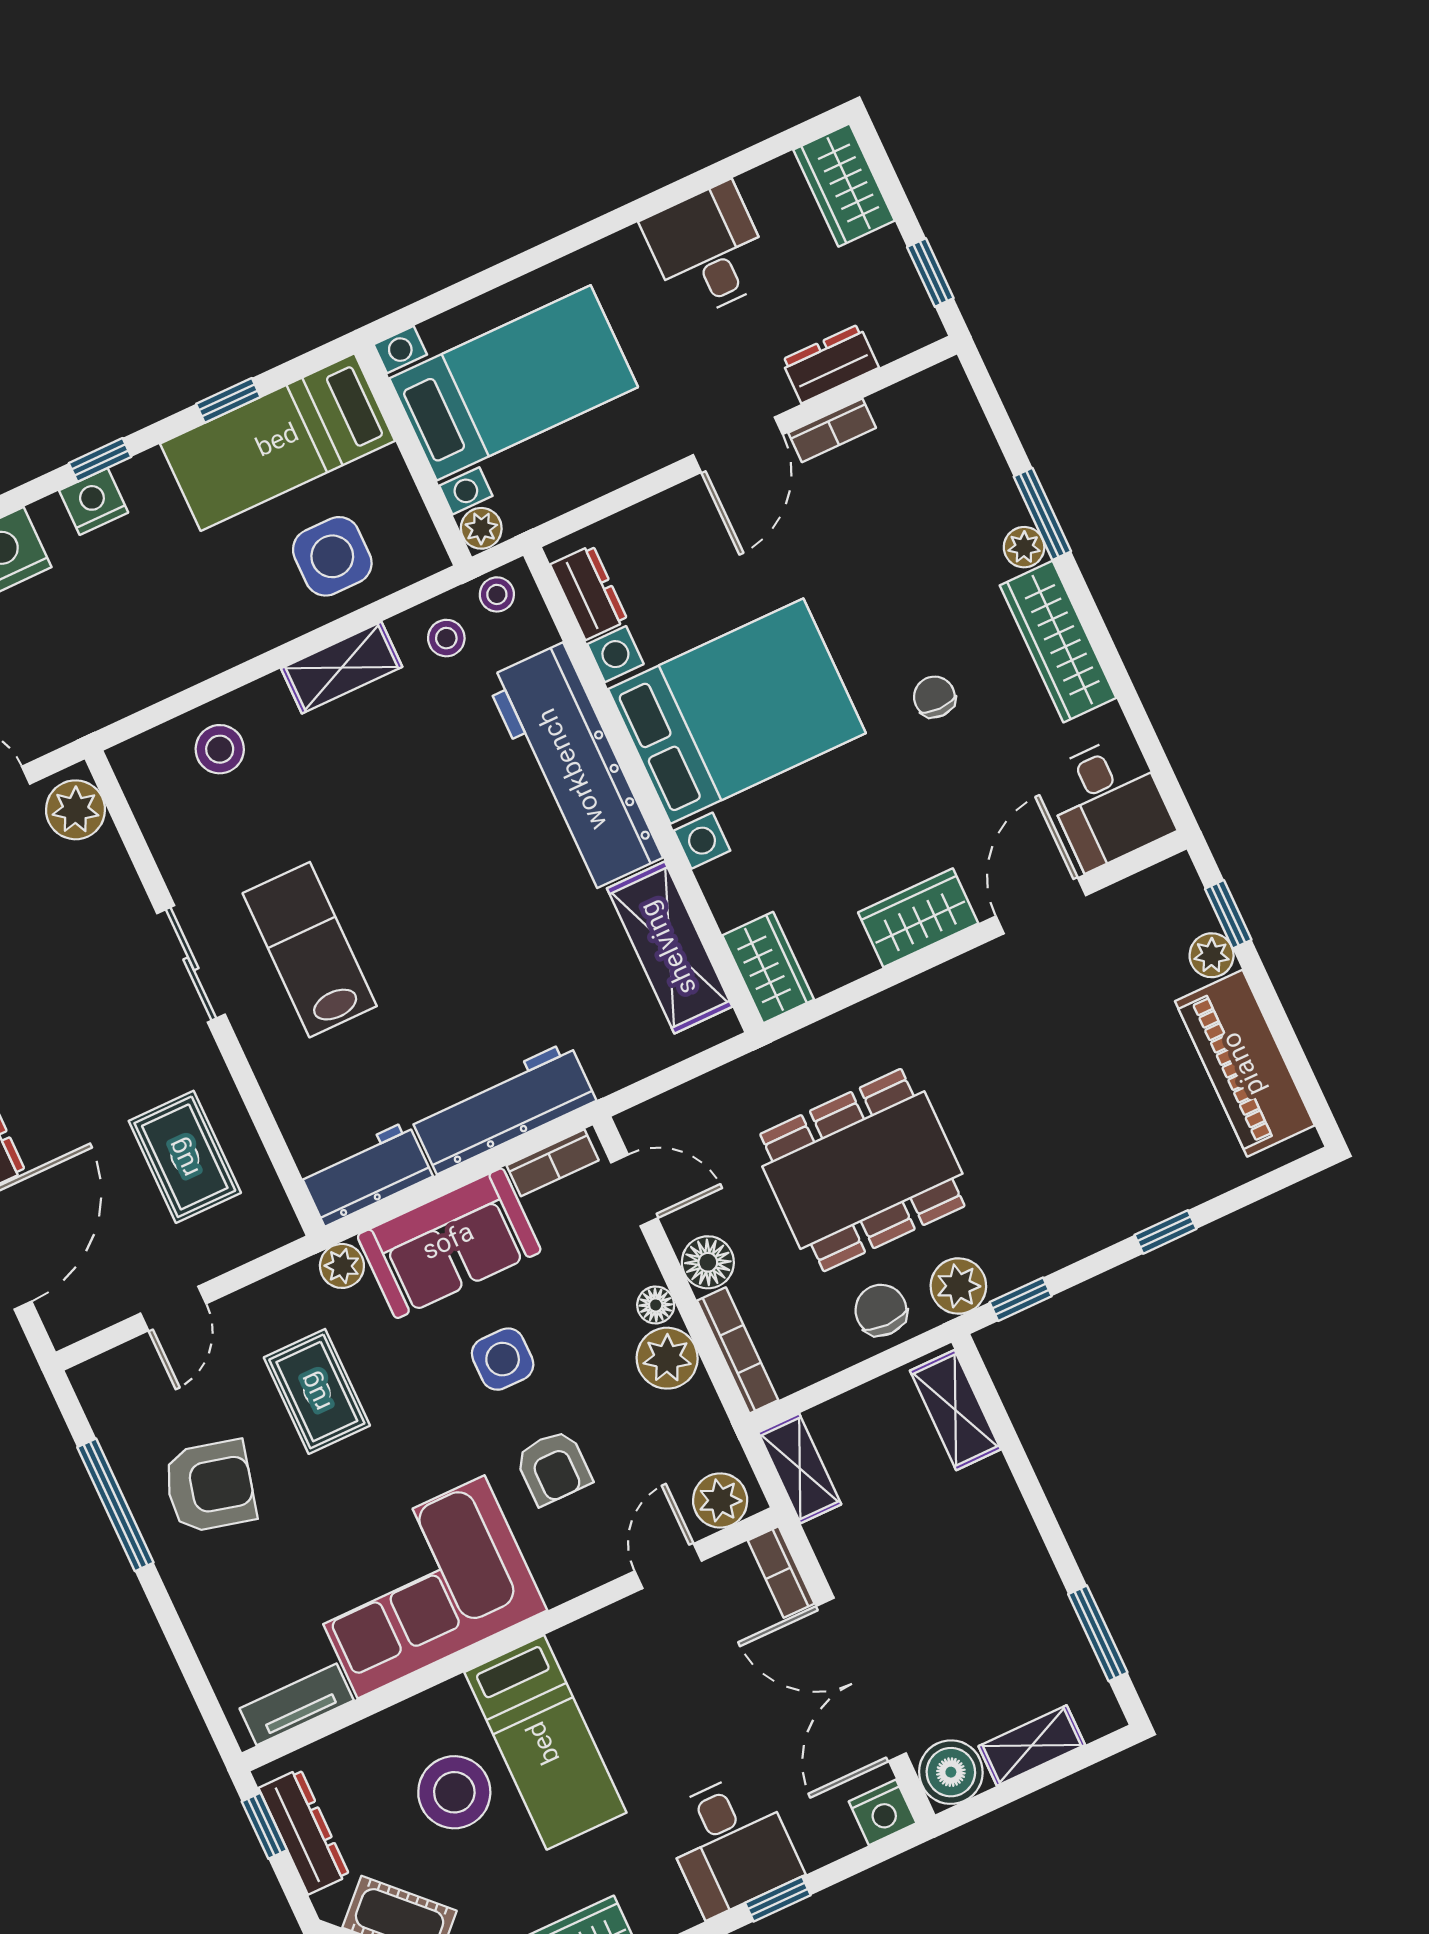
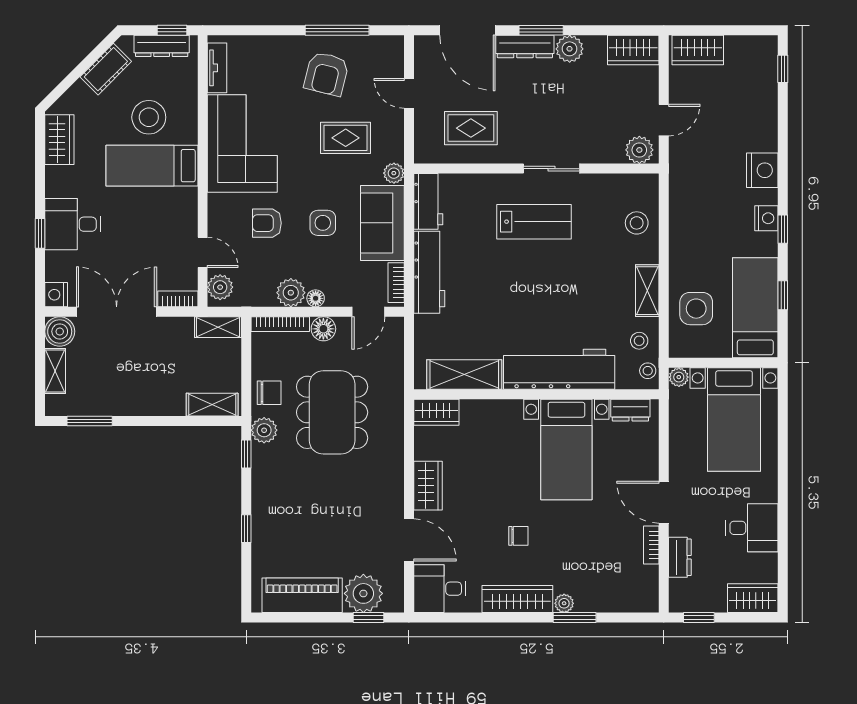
bed with nightstands: (737, 711) -> (566, 449), width x0.73
plant: (1212, 955) -> (363, 593), width x1.88, depth x1.88

